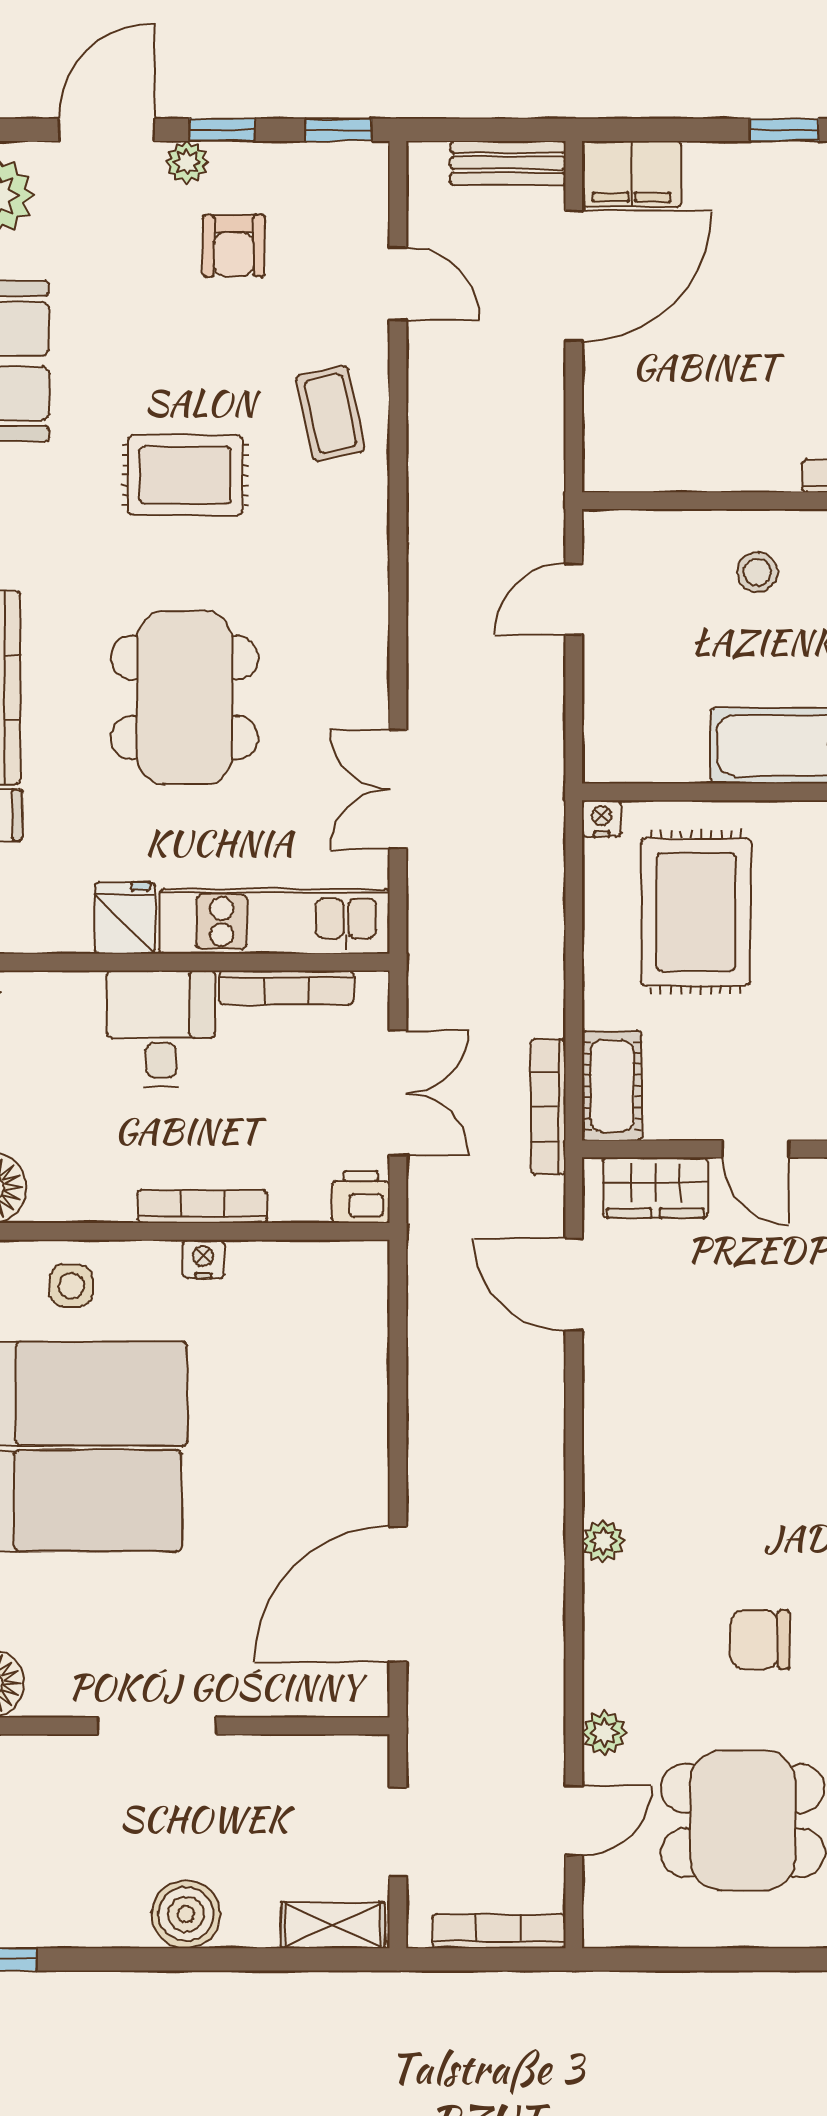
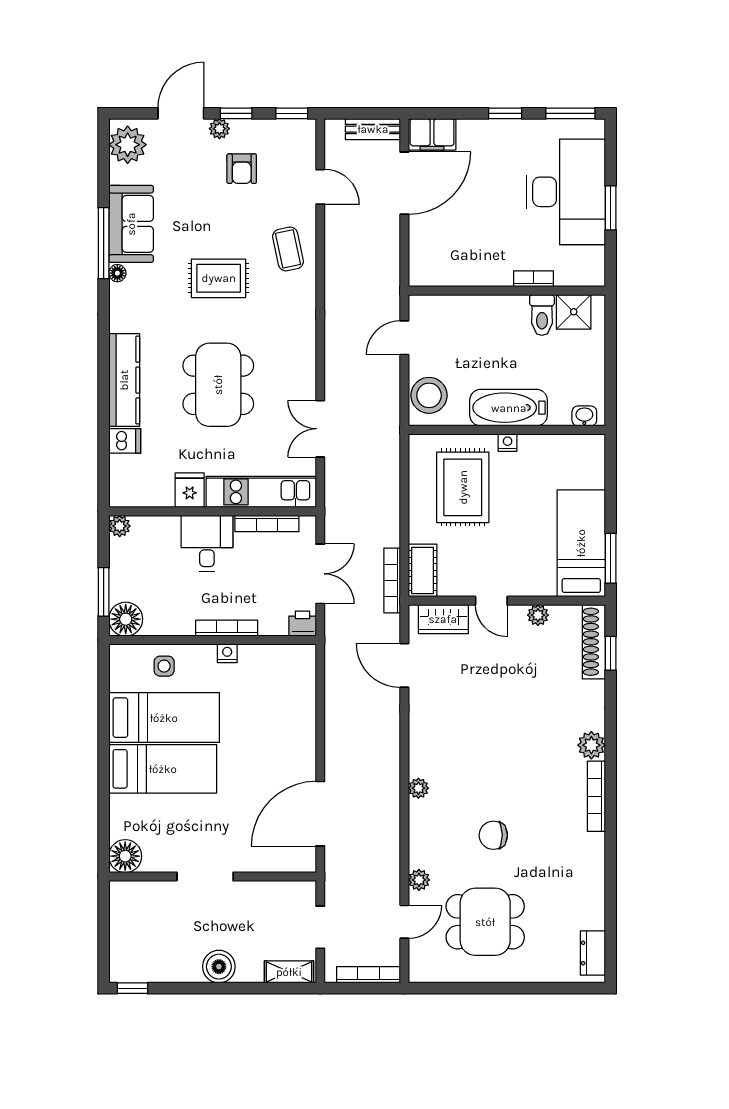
stool: (757, 572) -> (429, 395), moved, width x1.89, depth x1.89
nightstand: (601, 819) -> (508, 443), moved

